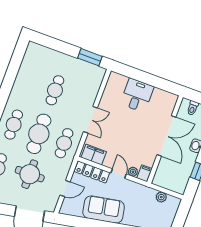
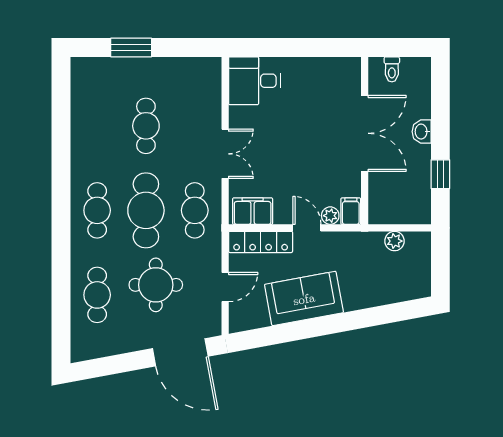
window: (90, 57) -> (131, 47), moved
desk: (137, 95) -> (254, 81), moved, turned -90

